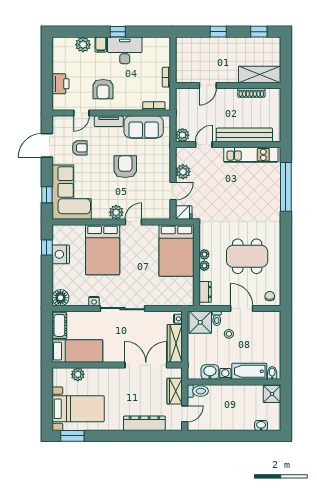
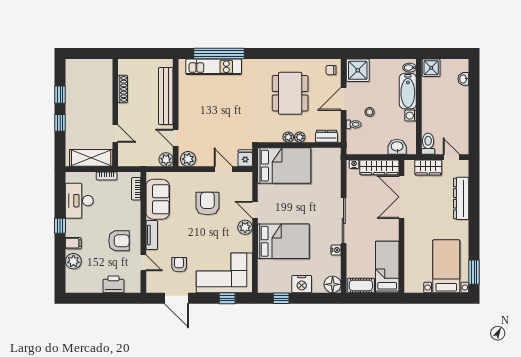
window: (259, 32) -> (60, 95), moved
desk: (125, 50) -> (79, 201), moved
shelving: (260, 74) -> (91, 158), moved, turned 90
kitchen unit: (251, 155) -> (214, 67), moved, turned 90
armchair: (125, 167) -> (207, 204), moved, turned 90
plant: (183, 172) -> (188, 159), moved
nightstand: (61, 254) -> (302, 284), moved
shower: (200, 322) -> (358, 70), moved
washbasin: (210, 372) -> (397, 147), moved, turned 90
plant: (78, 374) -> (411, 267), removed

